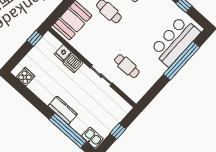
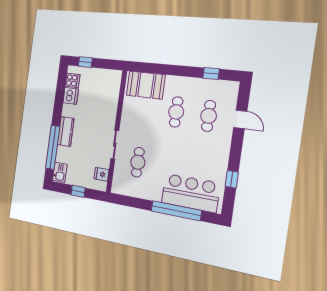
window: (35, 38) -> (85, 62), moved
fridge: (63, 53) -> (101, 174), moved
dishwasher: (73, 63) -> (71, 96), moved, turned 180

